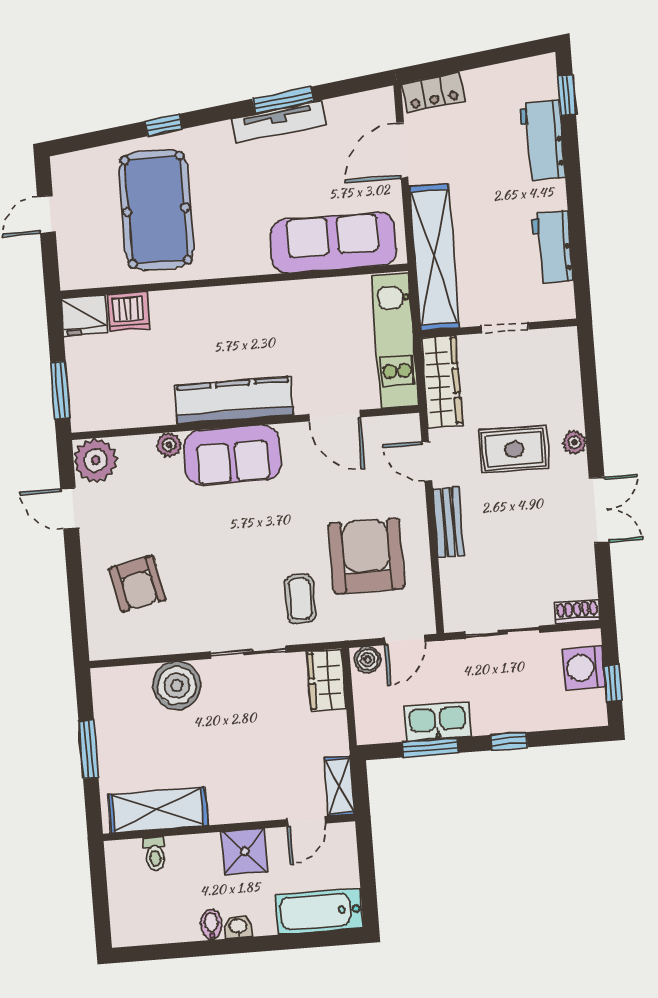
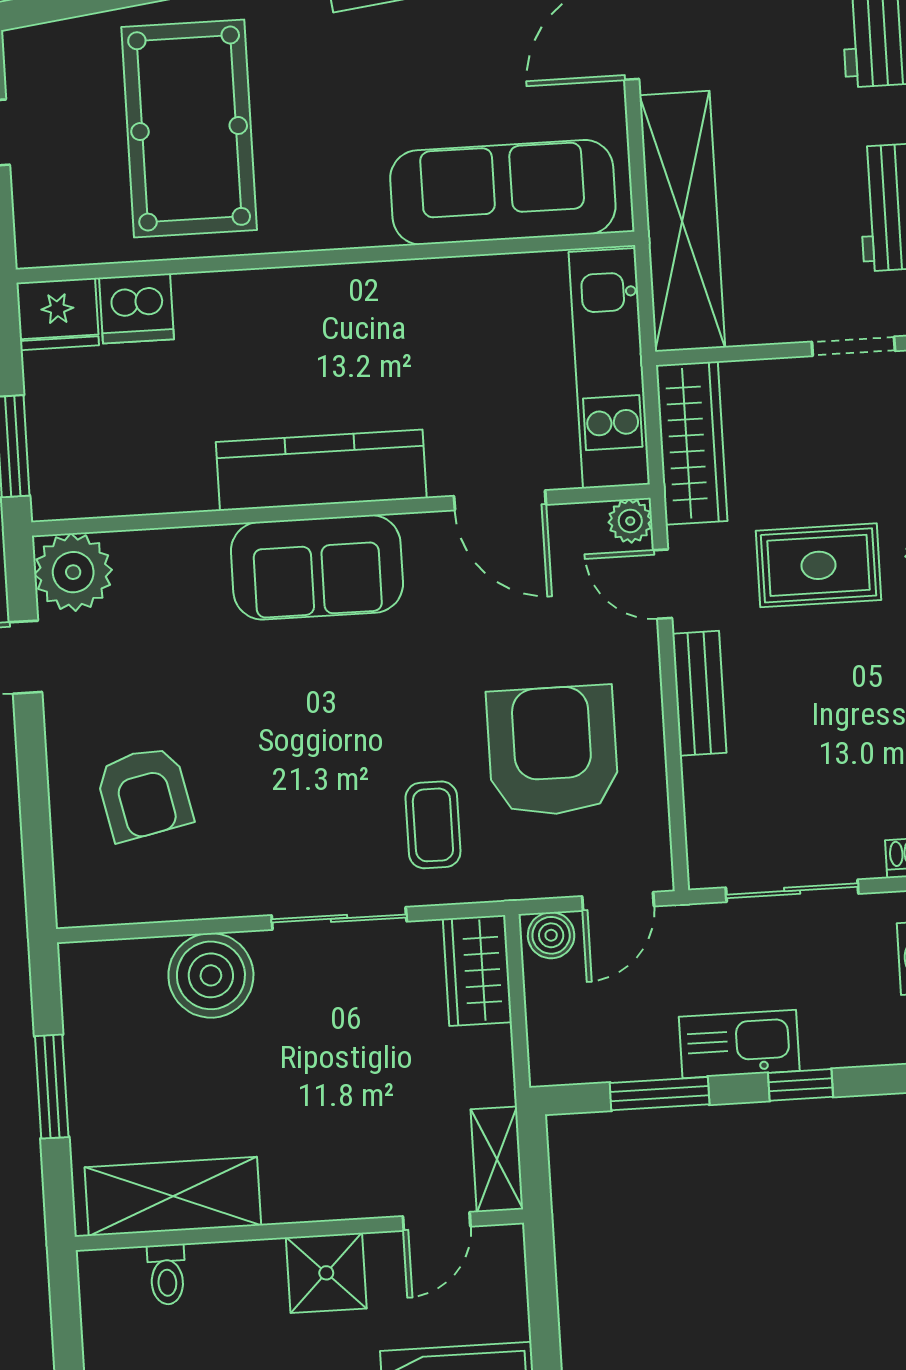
doorway: (505, 328) -> (853, 346), moved
plant: (169, 445) -> (630, 521), moved
kitchen sink: (438, 722) -> (739, 1044), moved

